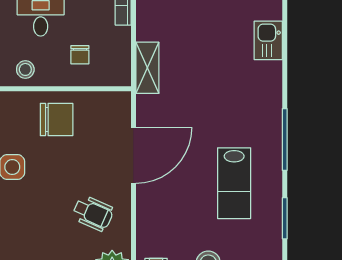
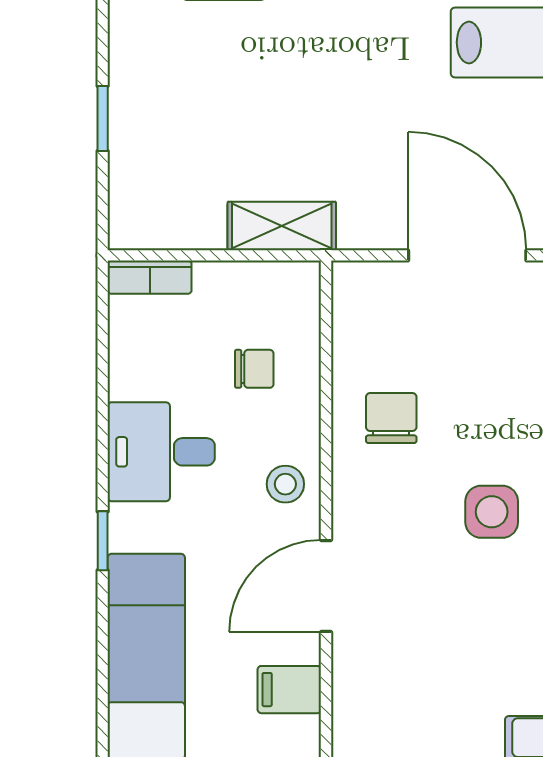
chair: (57, 120) -> (391, 418), width x0.73, depth x0.73

